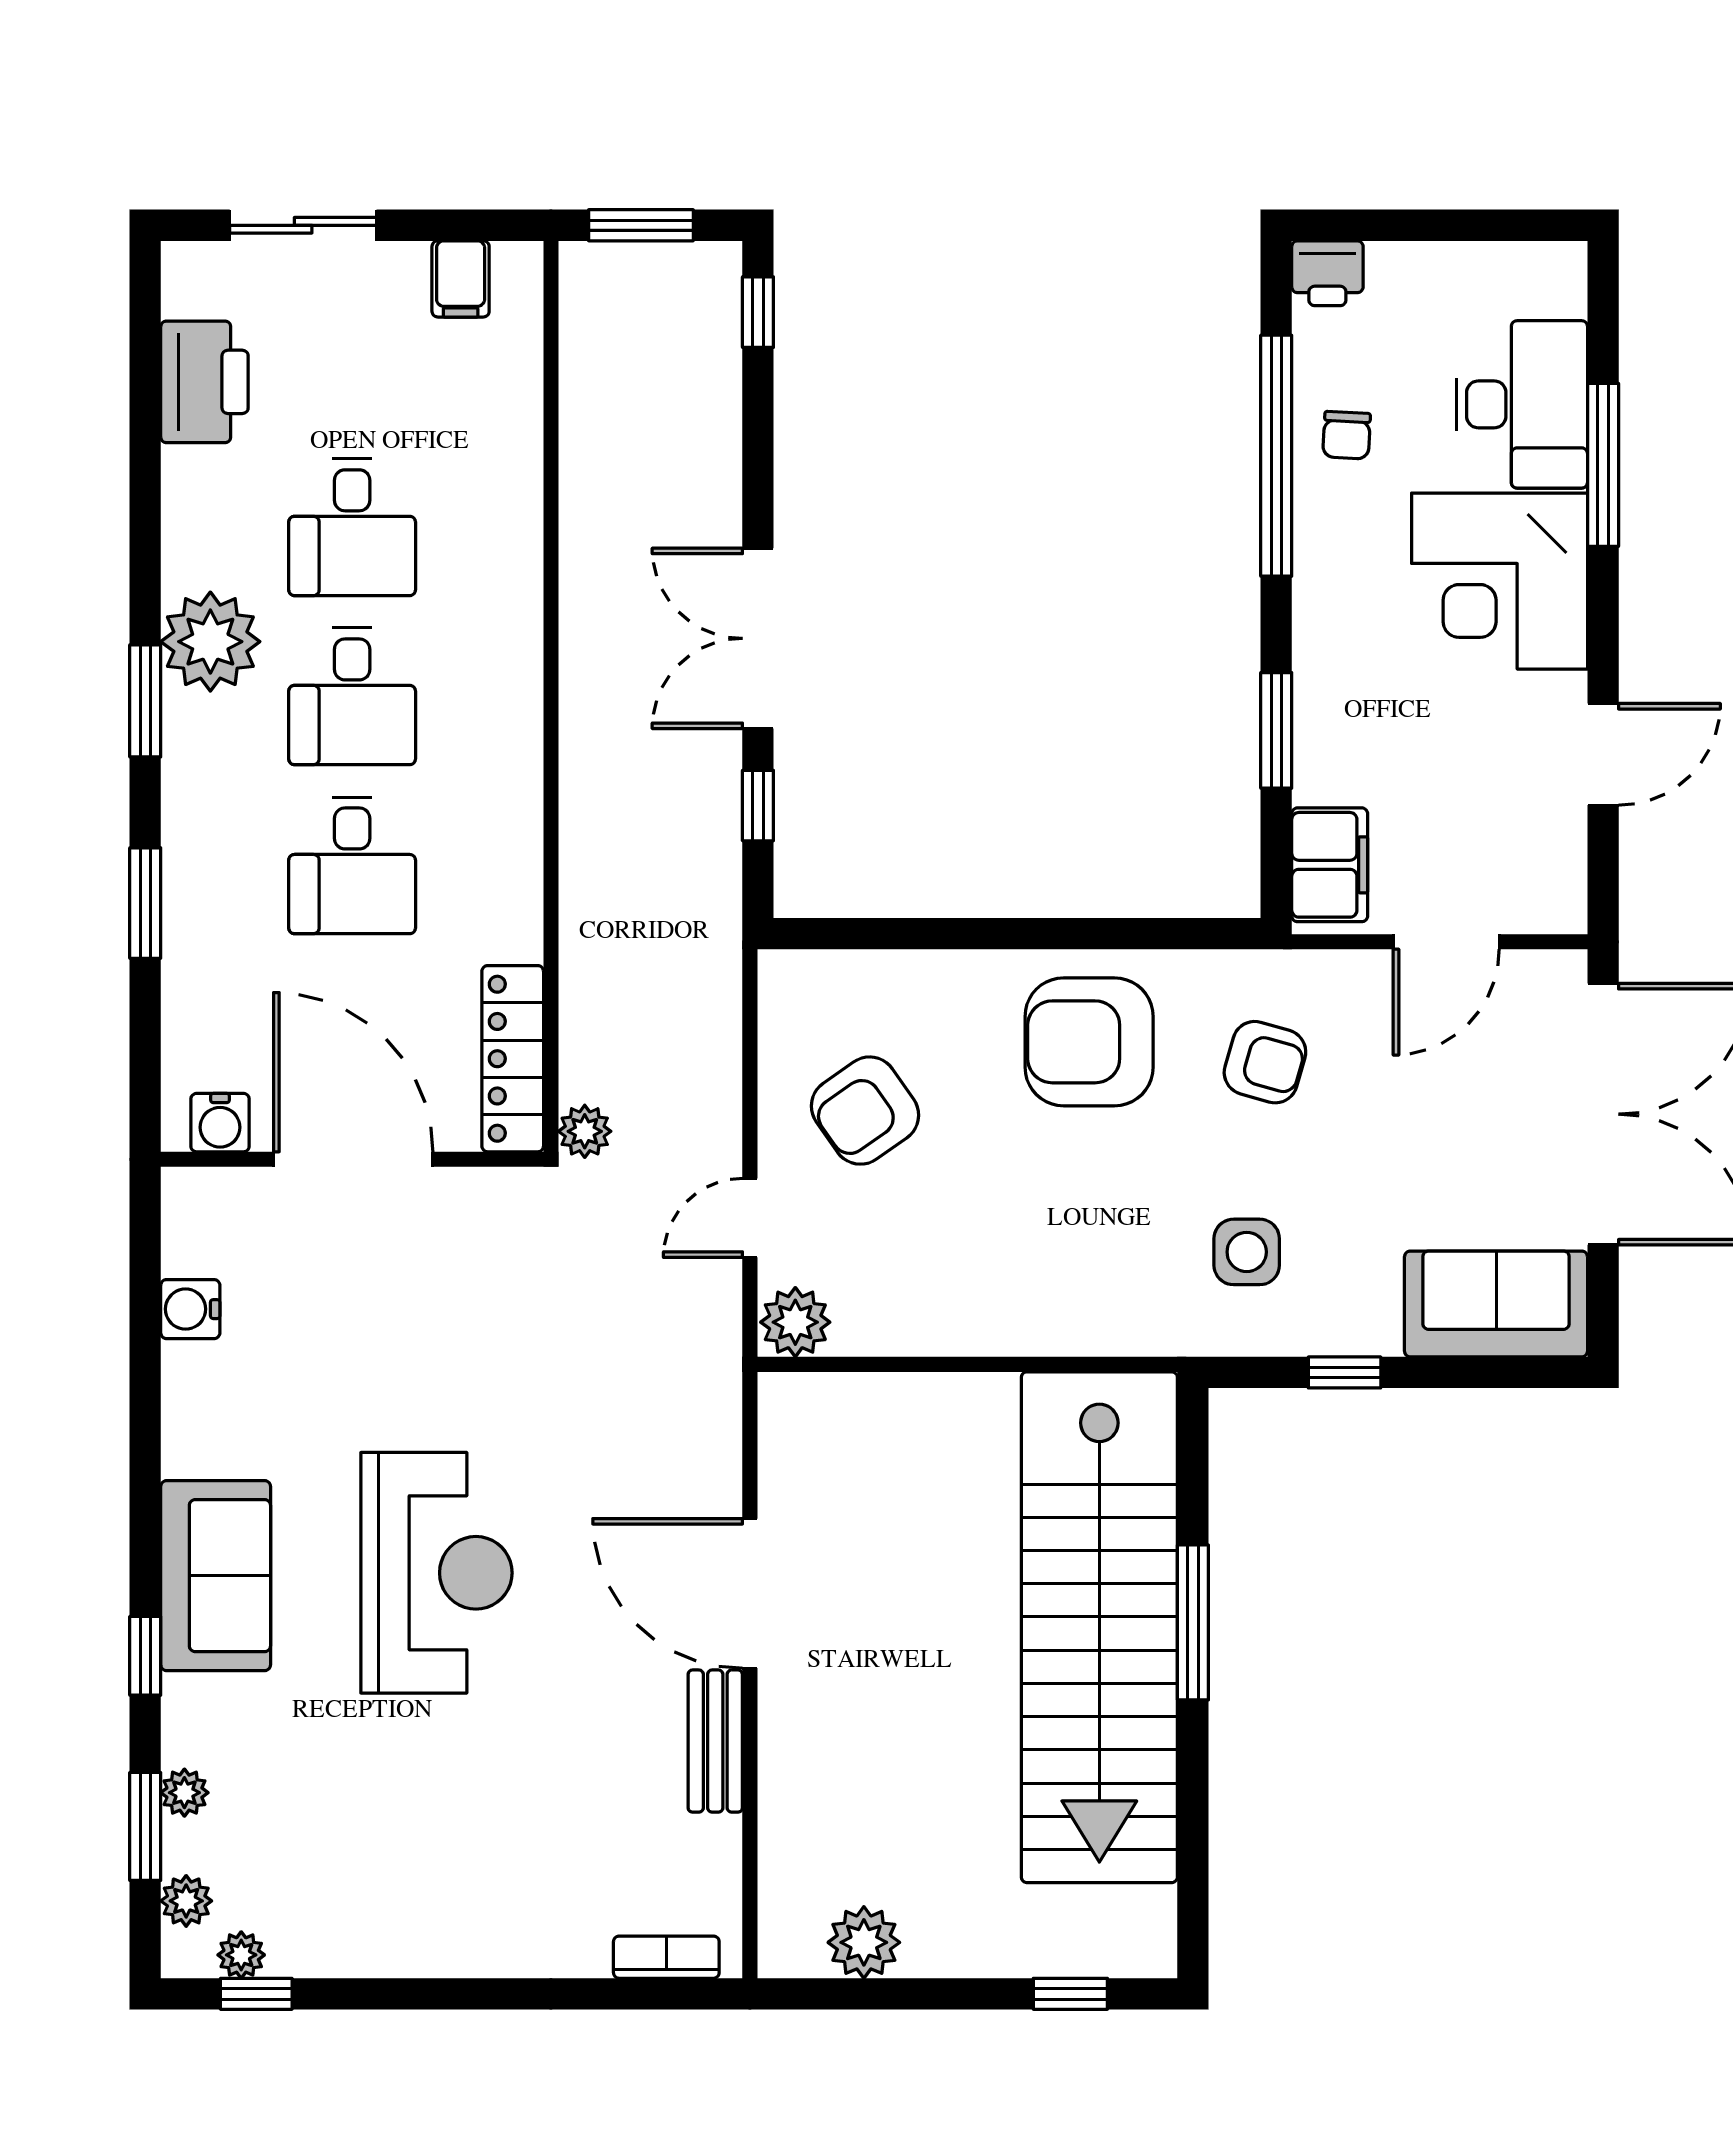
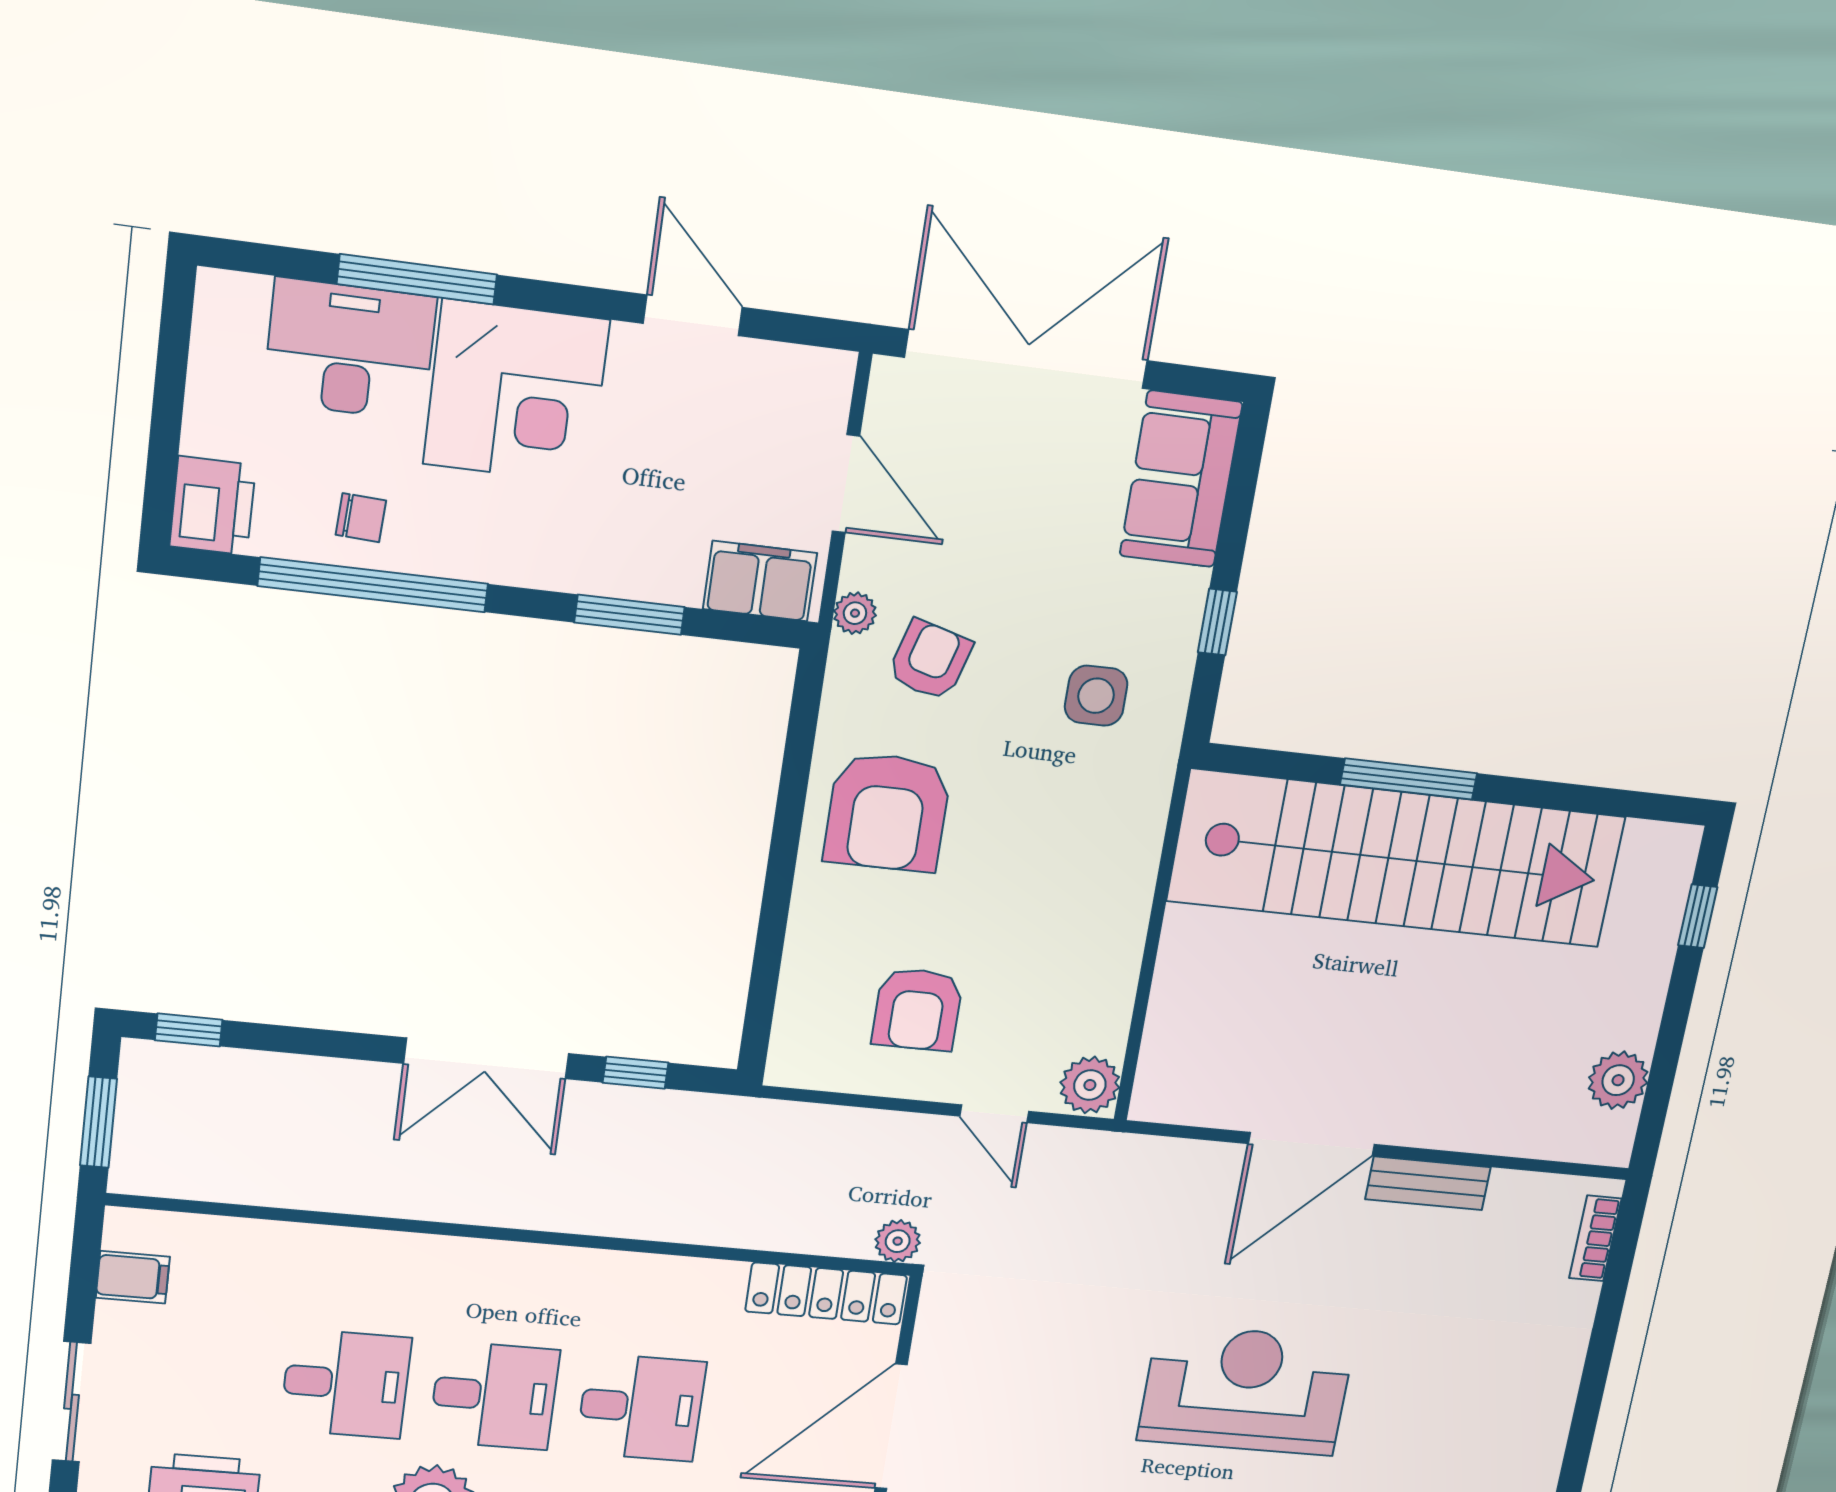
printer: (1327, 273) -> (213, 506), width x1.36, depth x1.24
plant: (1307, 973) -> (855, 613), added
armchair: (865, 1111) -> (917, 1009), turned 35

